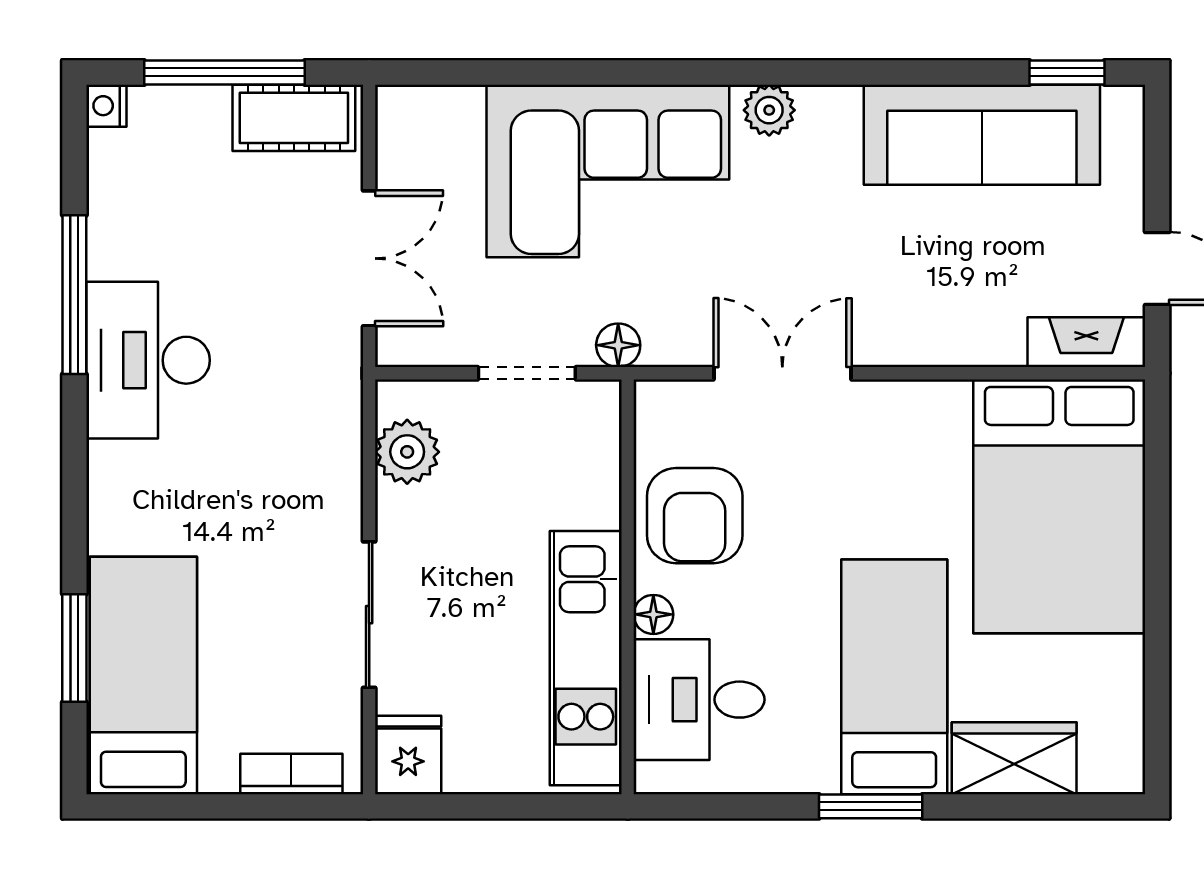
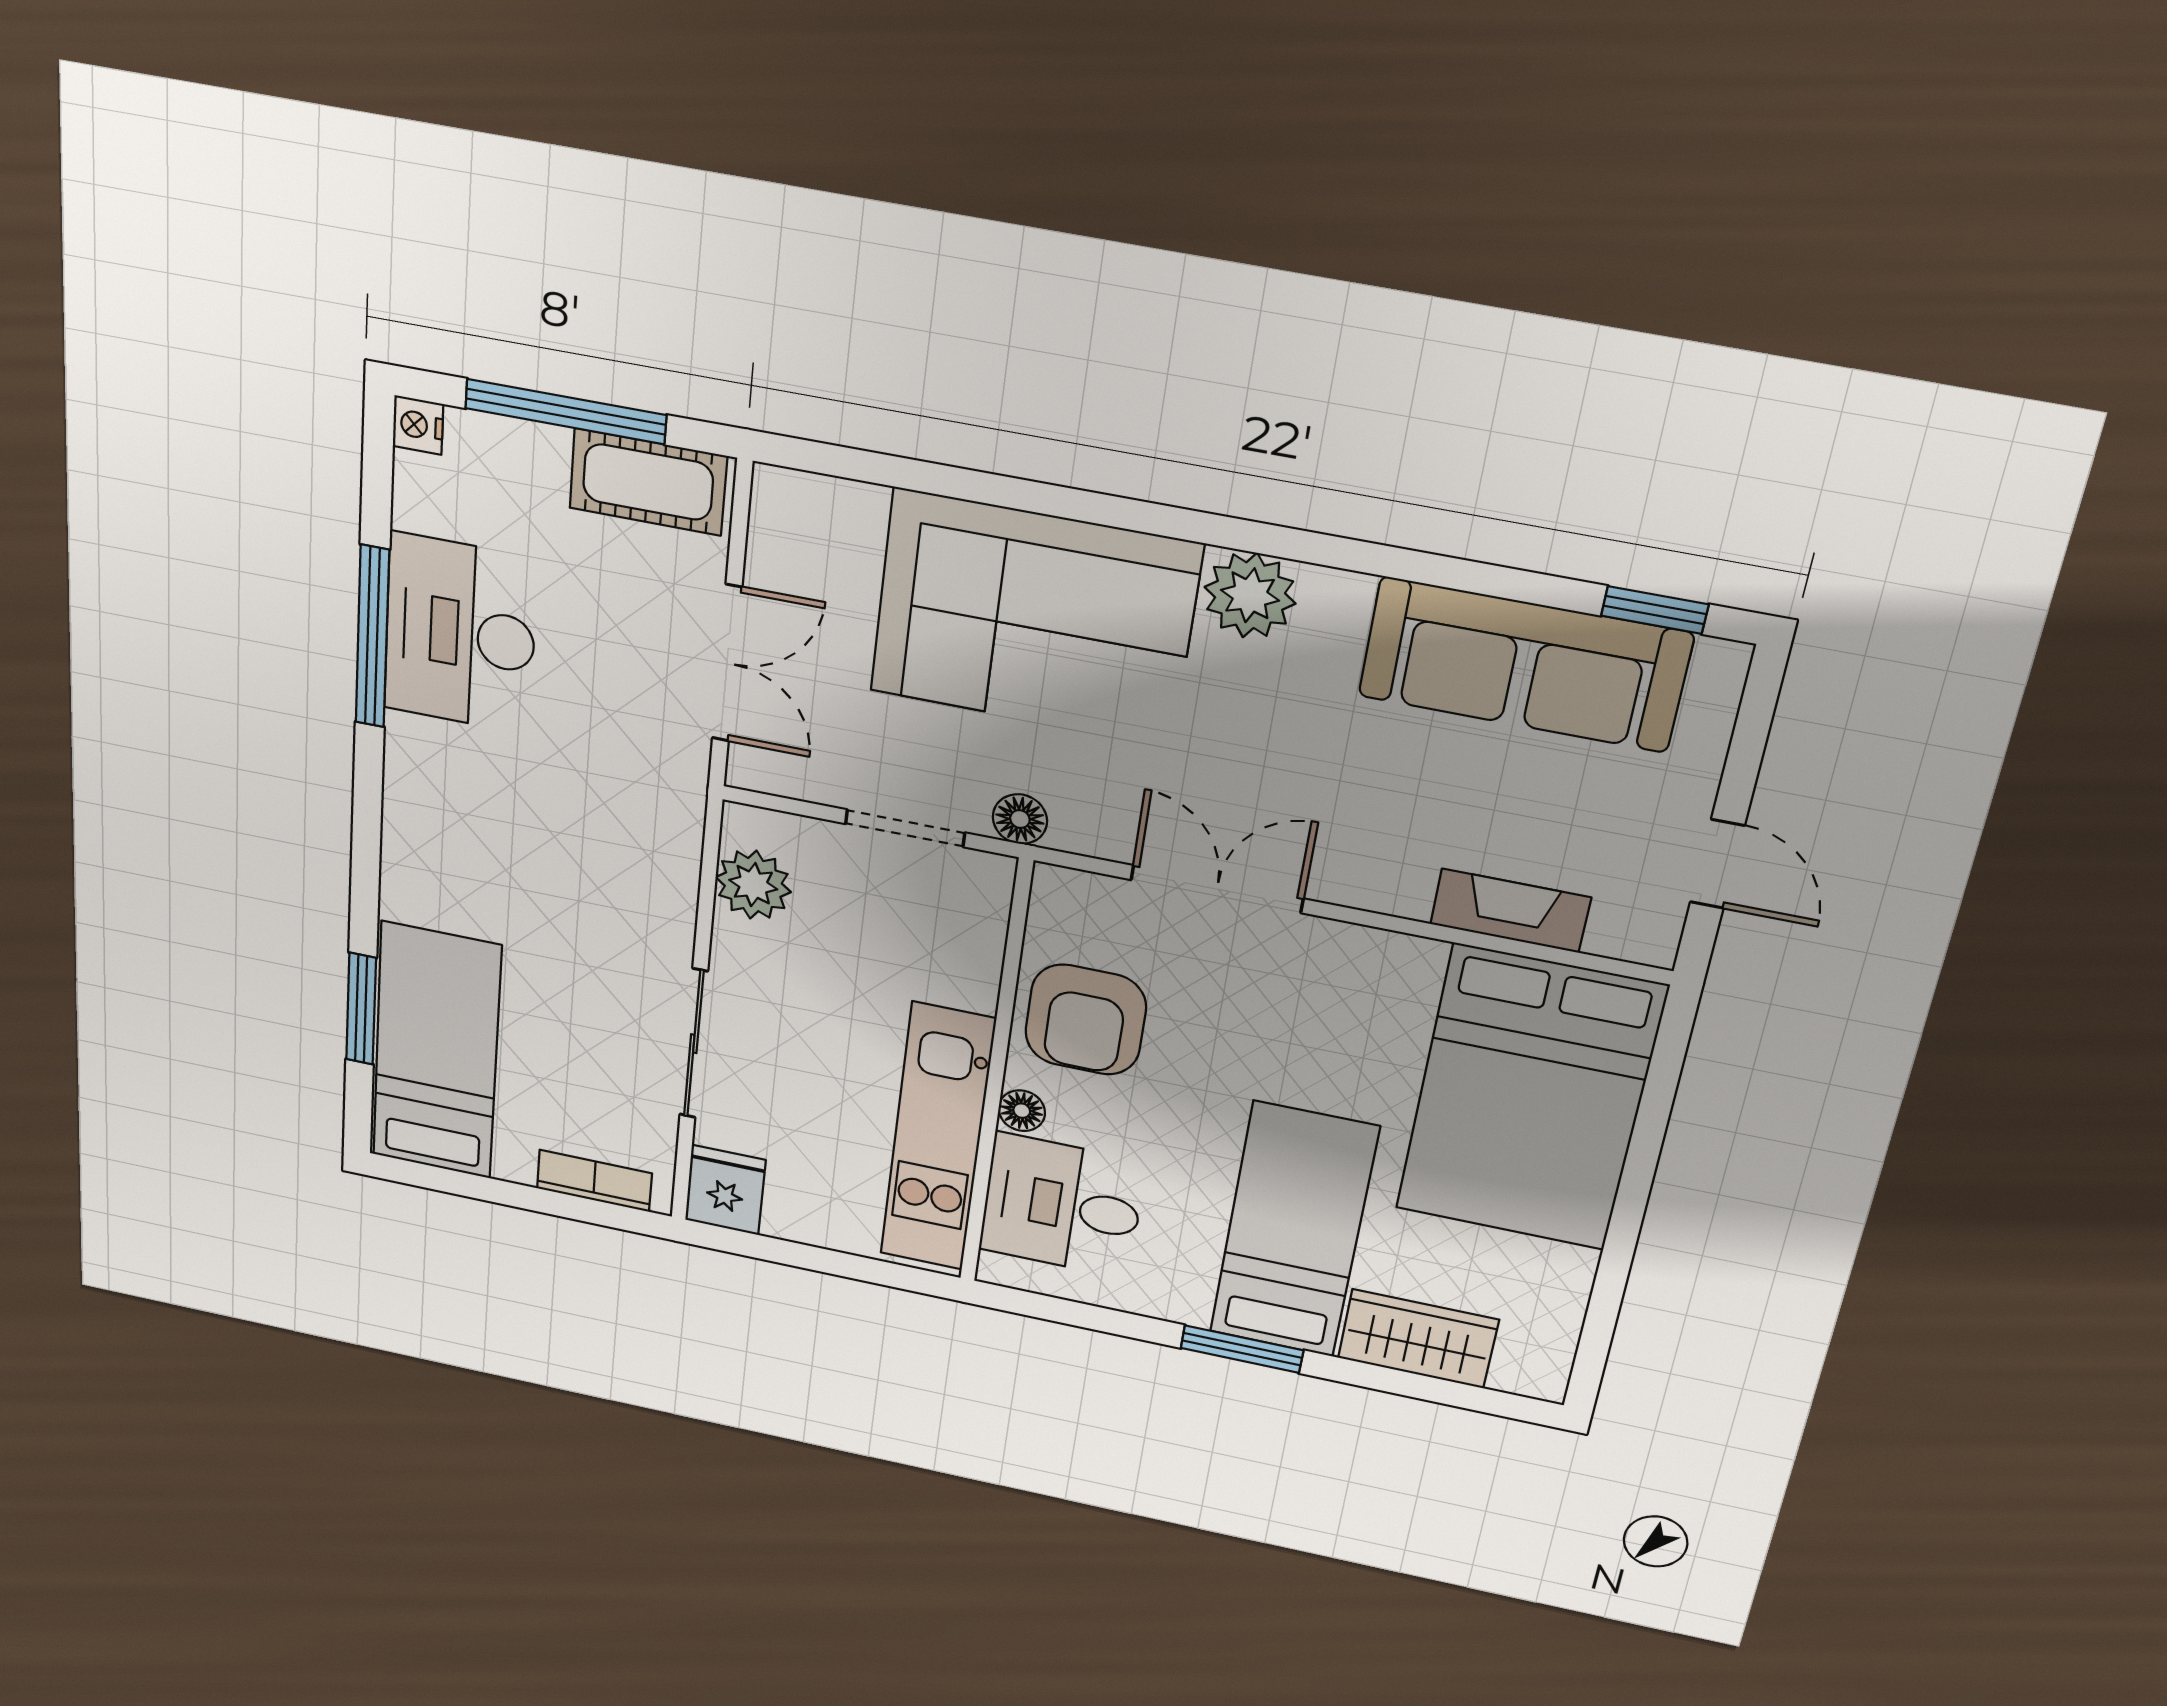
plant: (769, 110) -> (1250, 595), width x1.38, depth x1.38
fireplace: (1086, 342) -> (1510, 911), moved
desk: (148, 360) -> (460, 634), moved

